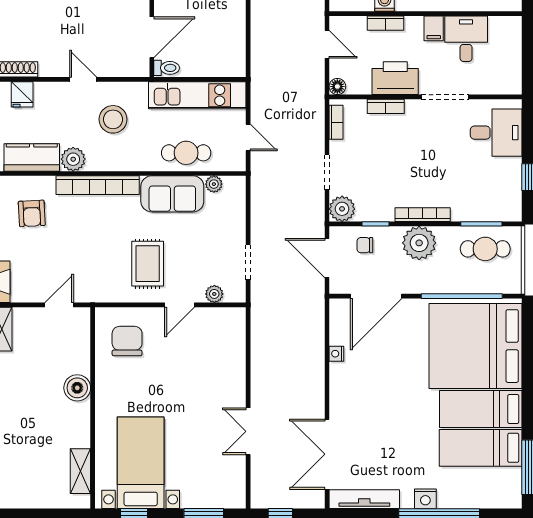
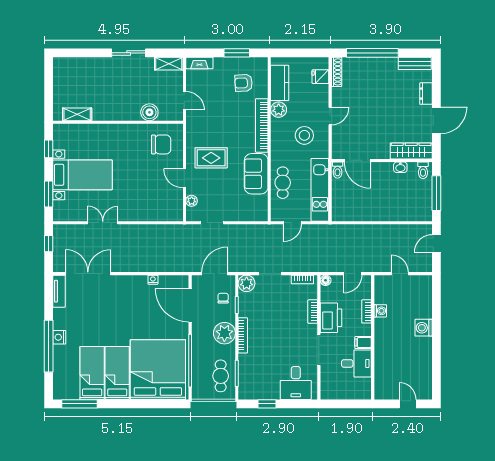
plant: (214, 184) -> (263, 201), removed
boiler: (77, 388) -> (149, 112), moved
bed with nightstands: (141, 463) -> (82, 175), moved
tv unit: (364, 499) -> (59, 291), width x0.71

